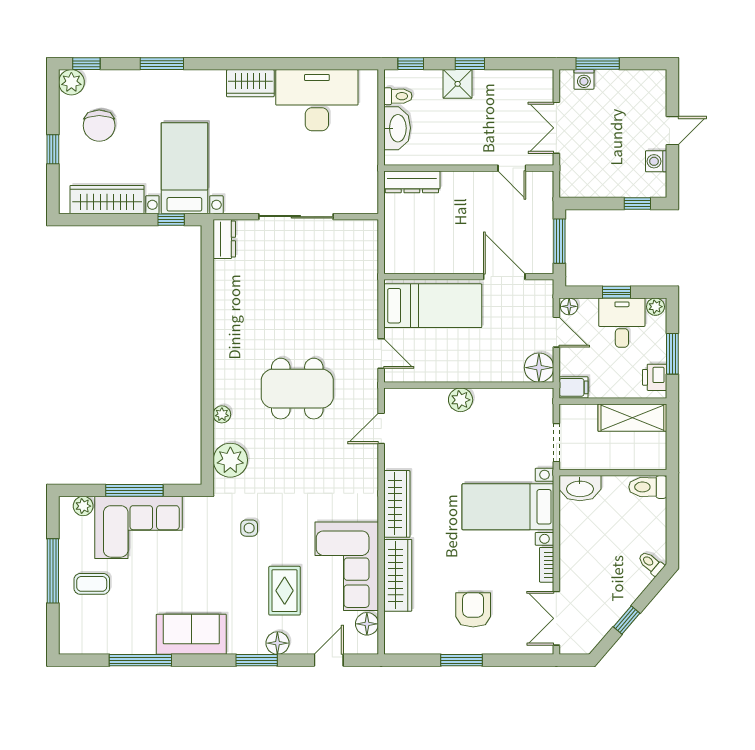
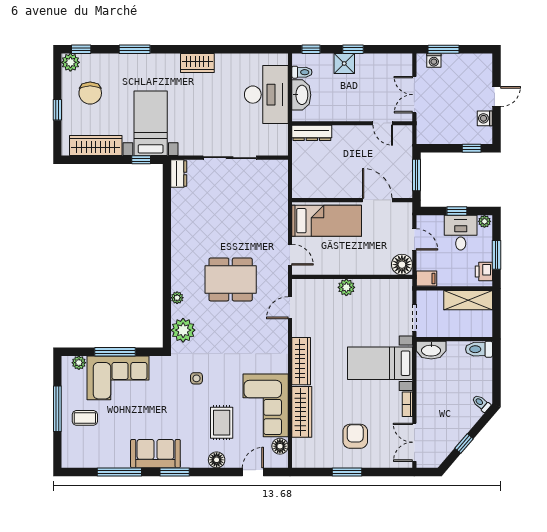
desk: (317, 100) -> (266, 95), moved, turned 90
floor lamp: (569, 306) -> (423, 221), removed
window: (257, 660) -> (175, 472), moved

